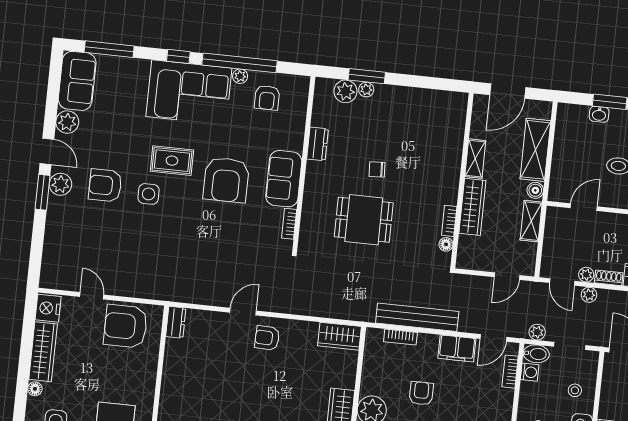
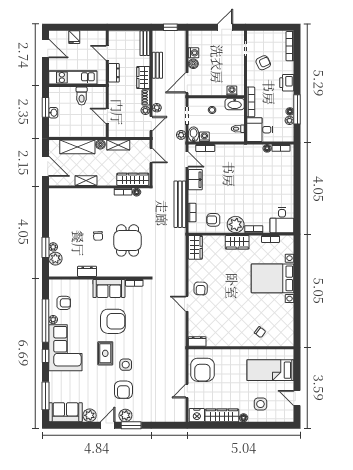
wardrobe: (472, 207) -> (133, 179), moved
armchair: (421, 393) -> (213, 220), moved

